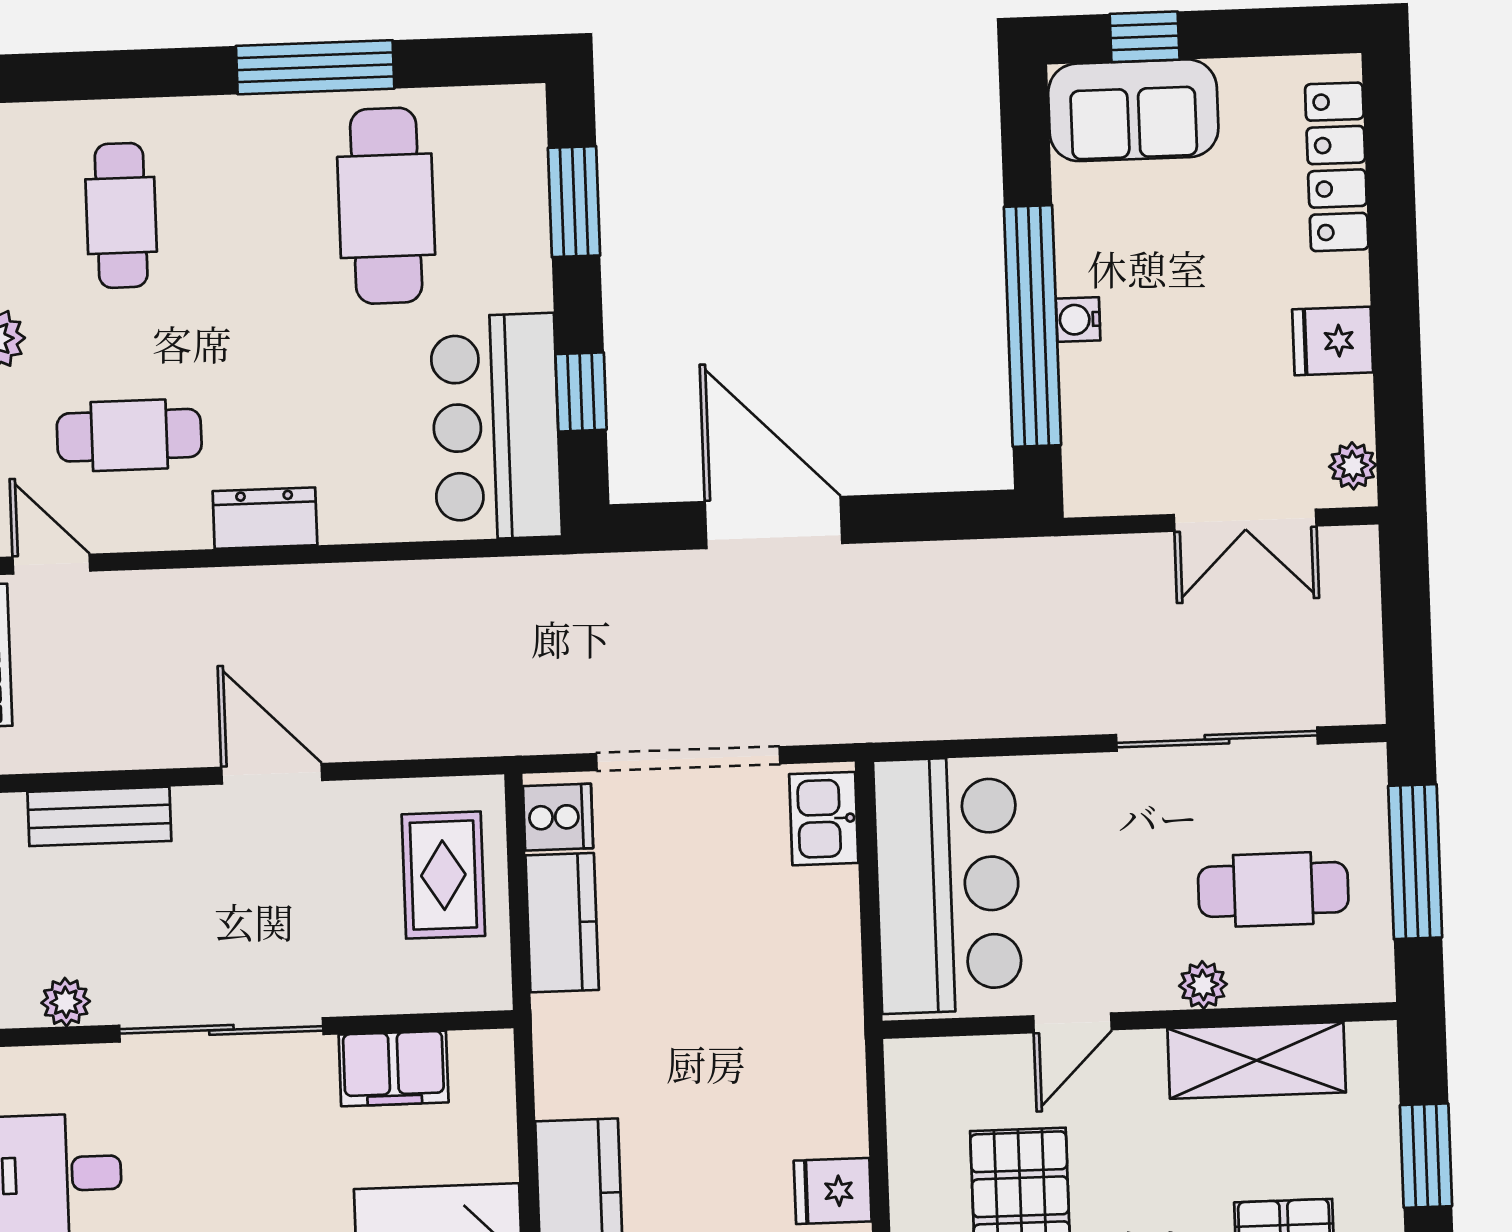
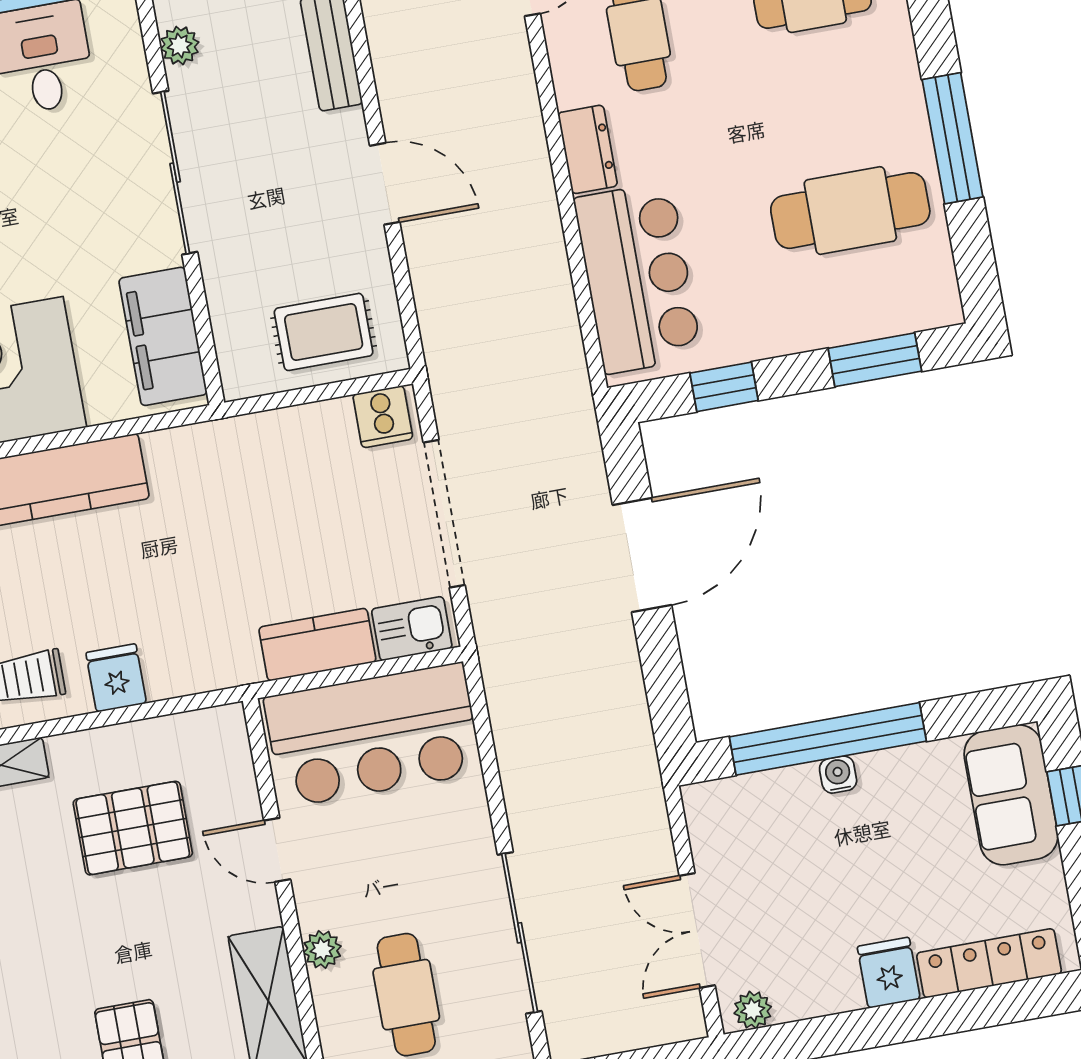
fridge: (1333, 341) -> (889, 973), moved
bar counter: (496, 427) -> (638, 278), moved, turned 90
door: (272, 774) -> (385, 184), hinge flipped
kitchen counter: (562, 923) -> (317, 645), moved, turned 180
filing cabinet: (394, 1068) -> (163, 336), width x1.50, depth x1.17

